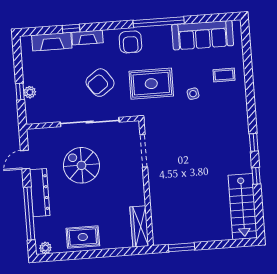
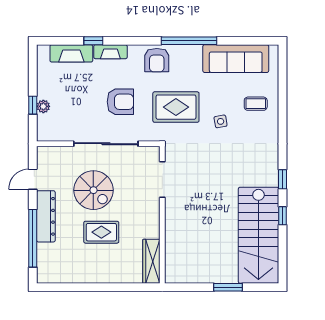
armchair: (100, 83) -> (120, 102), turned -144
spiral stairs: (81, 165) -> (93, 190), turned 180
stairs: (243, 207) -> (258, 235), width x1.36, depth x1.51
rug: (83, 237) -> (101, 232), moved
window: (181, 247) -> (228, 287), moved
plant: (45, 248) -> (48, 277), removed

